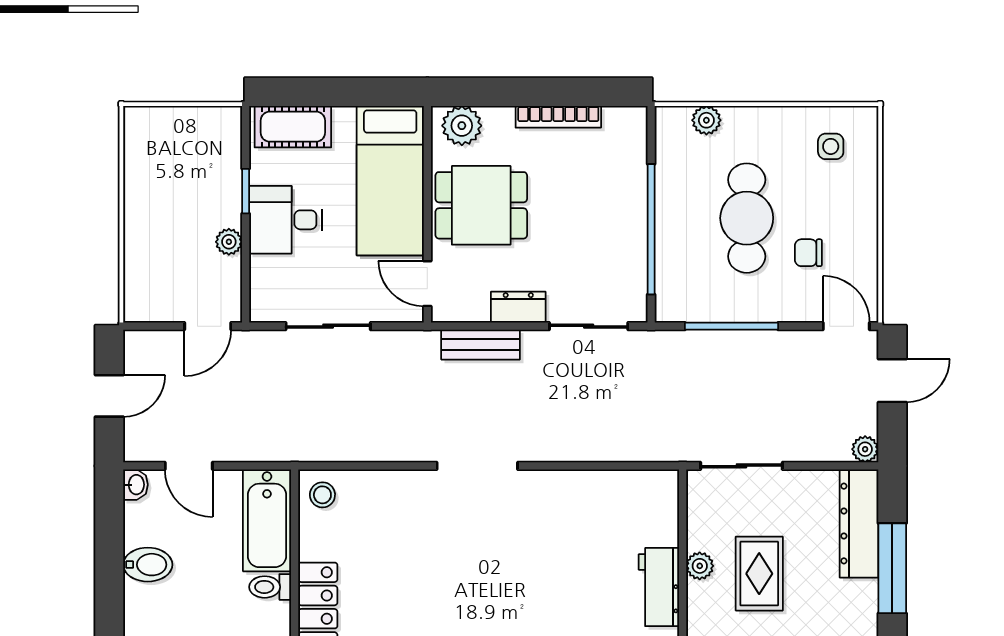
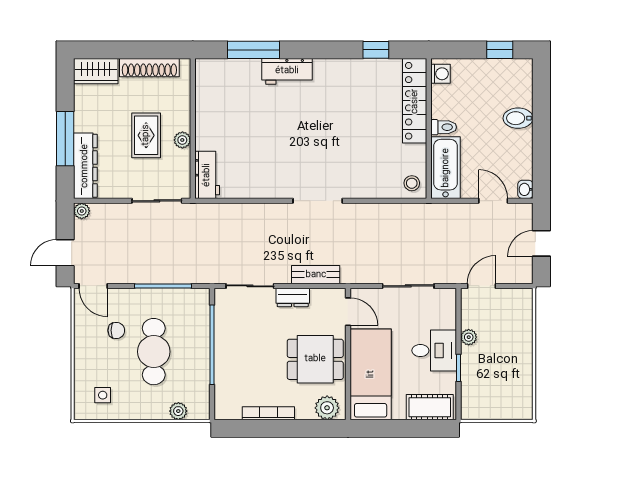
bidet: (148, 565) -> (518, 118), moved
workbench: (659, 587) -> (207, 175), moved

